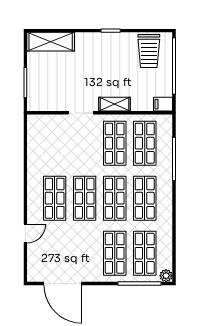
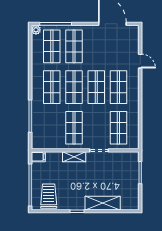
shelving: (51, 42) -> (103, 203), moved
shop shelf: (145, 143) -> (118, 128), moved
door: (25, 233) -> (140, 61), swing flipped

